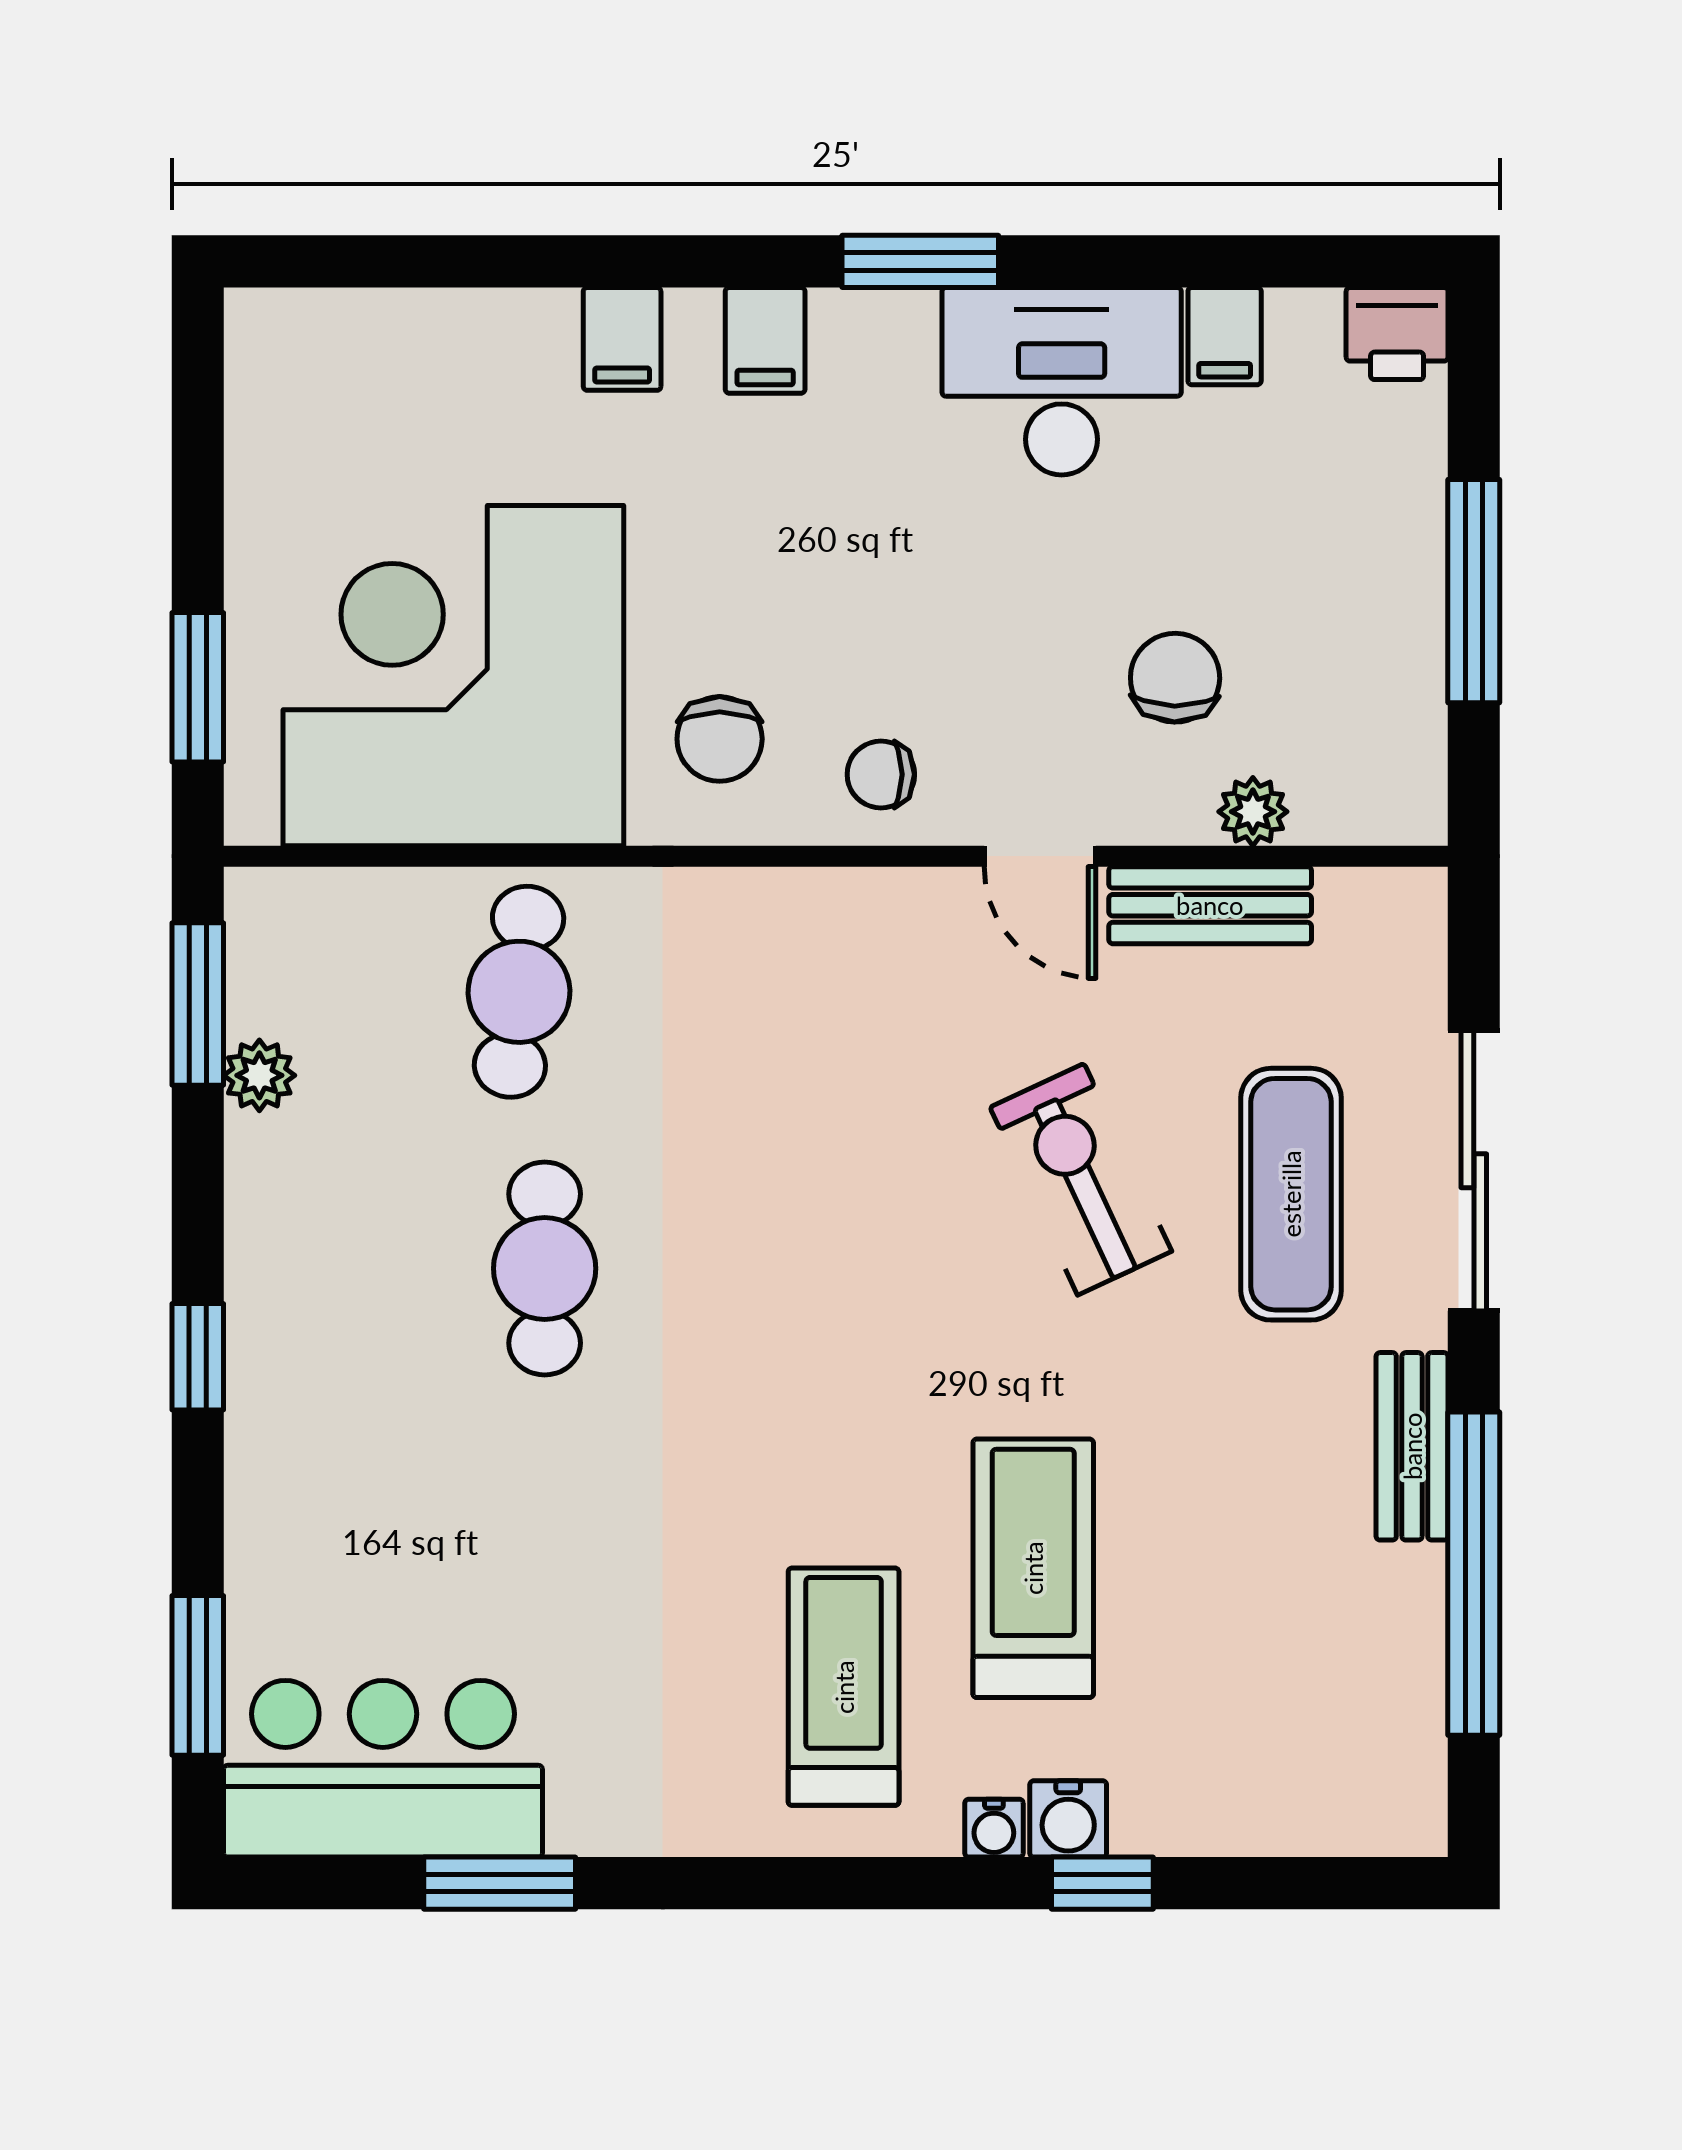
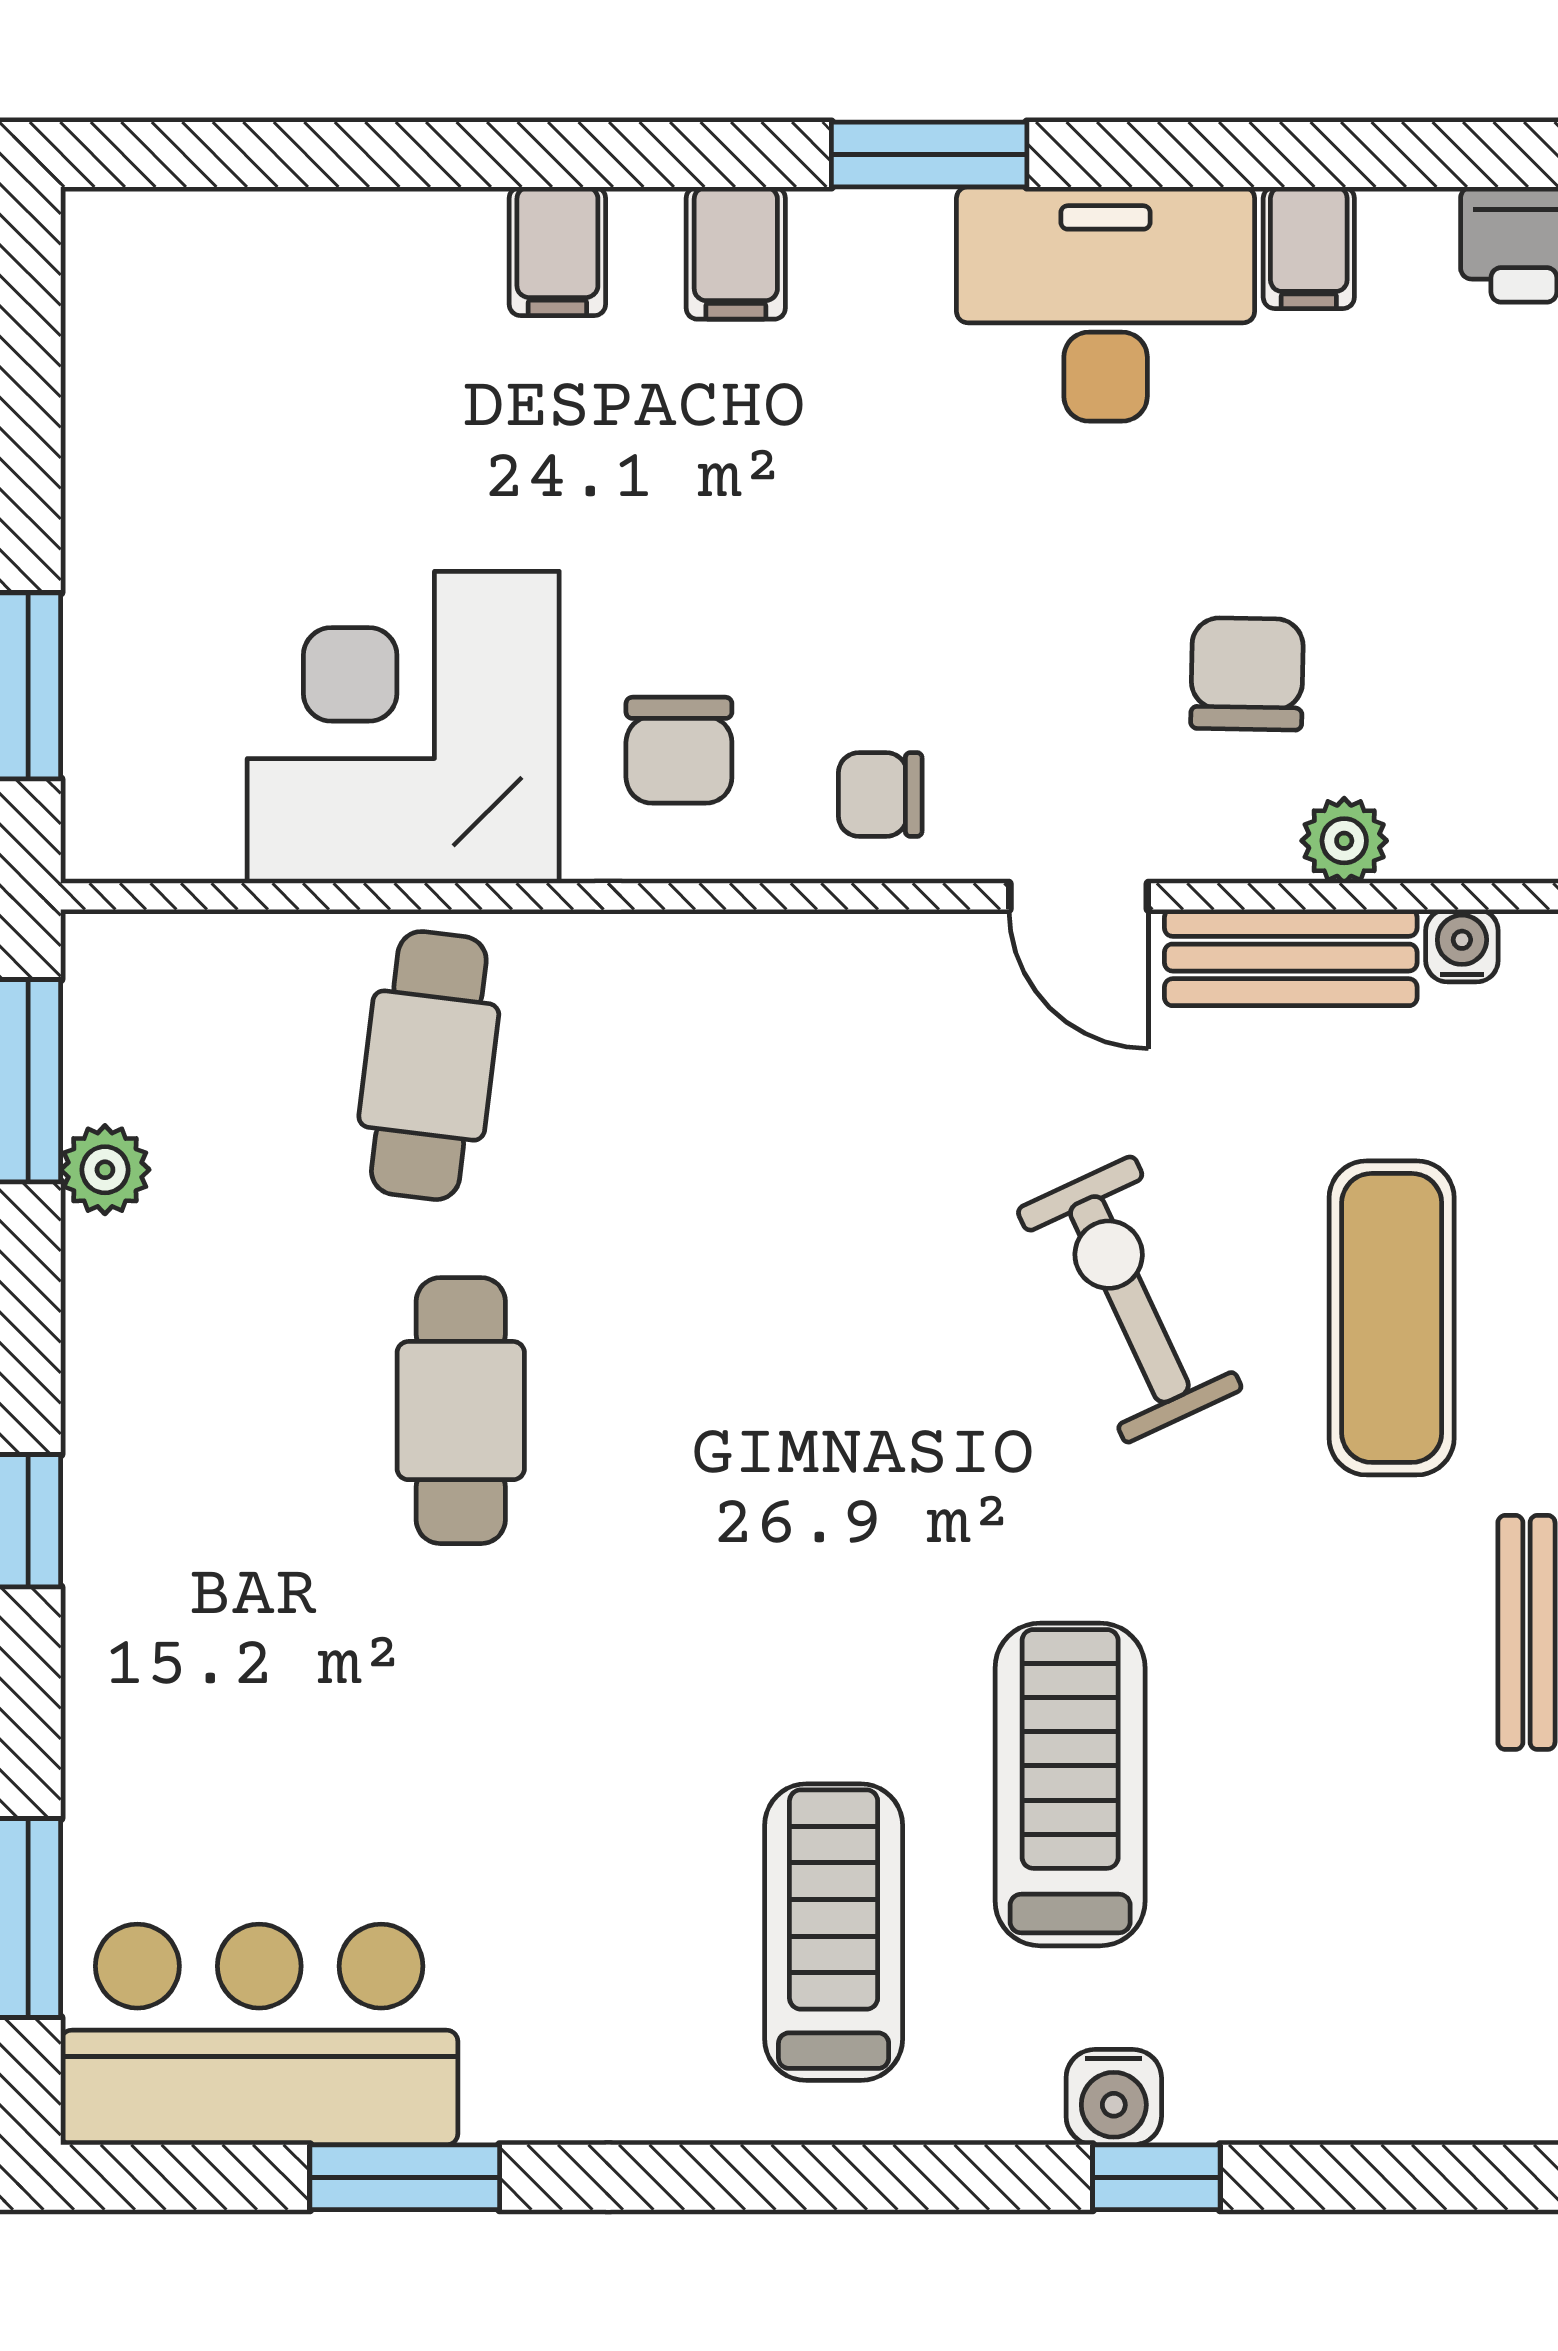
corner desk: (453, 676) -> (403, 727), width x0.74, depth x0.74
water cooler: (994, 1828) -> (1462, 946), moved, turned 180

